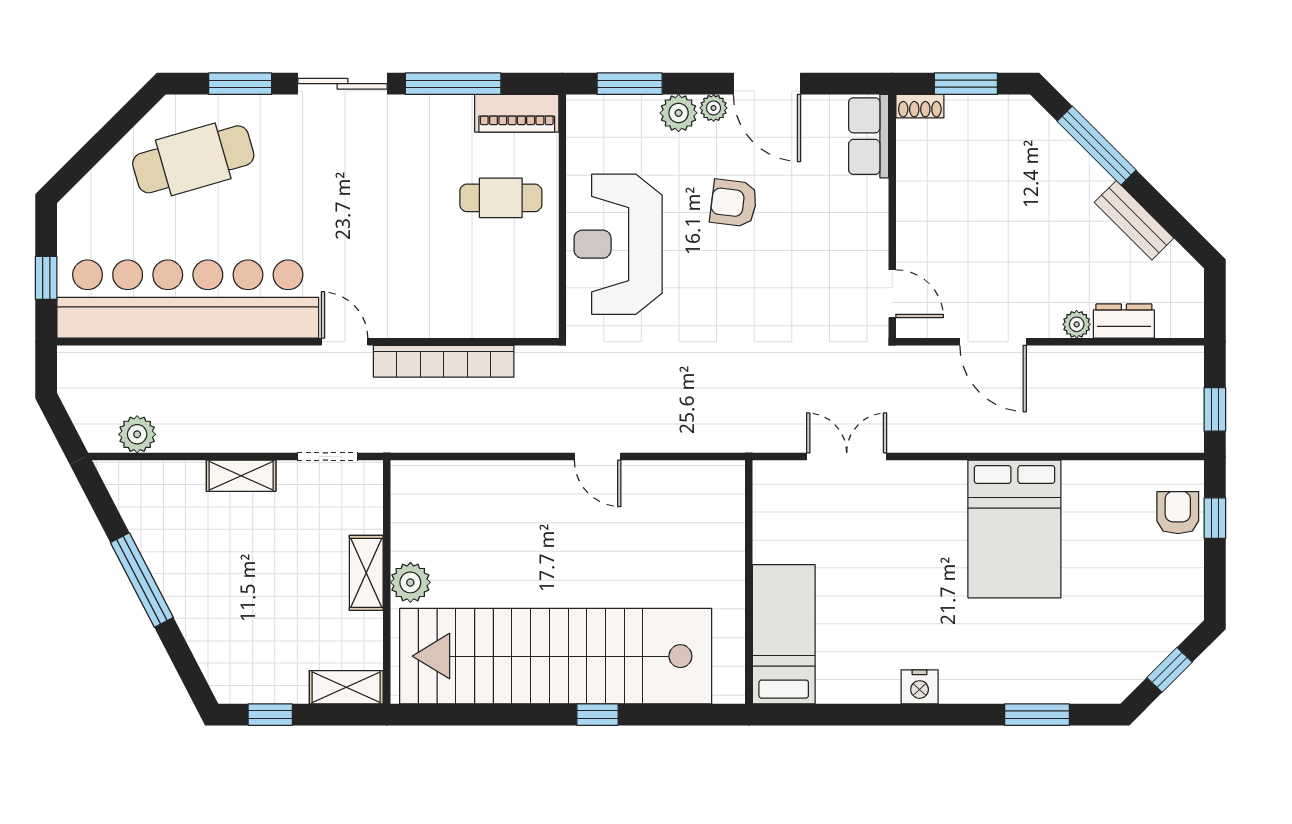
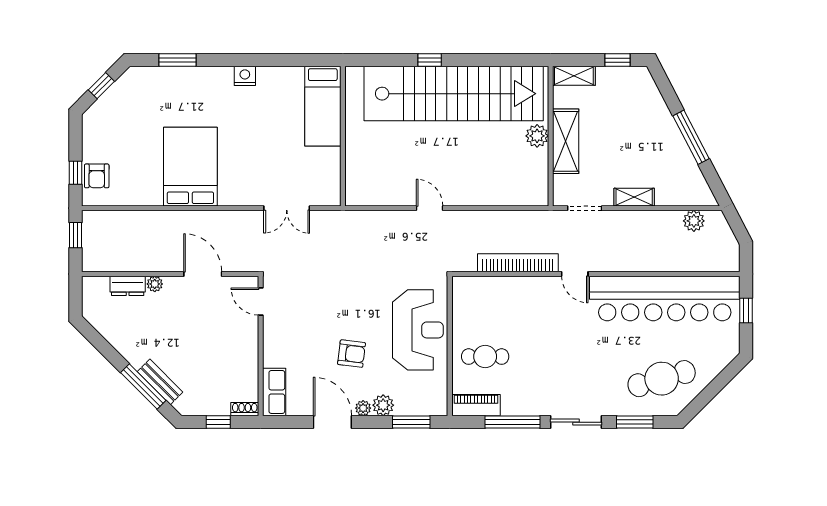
window: (966, 84) -> (218, 422), width x0.67
bench: (1134, 220) -> (160, 382), moved
shelving: (366, 573) -> (566, 141), width x1.50, depth x1.33

